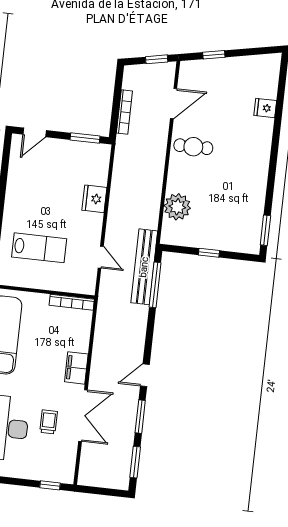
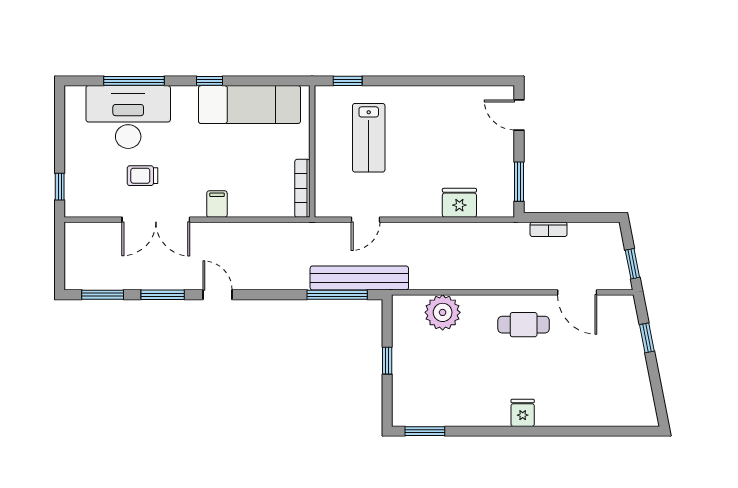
fridge: (265, 108) -> (523, 413), moved
bookcase: (124, 112) -> (549, 229), width x0.64
cafe table: (193, 147) -> (524, 325), turned 90
fridge: (94, 199) -> (459, 203), moved
filing cabinet: (76, 368) -> (217, 204), width x0.50
trolley: (49, 422) -> (142, 176), turned 180

